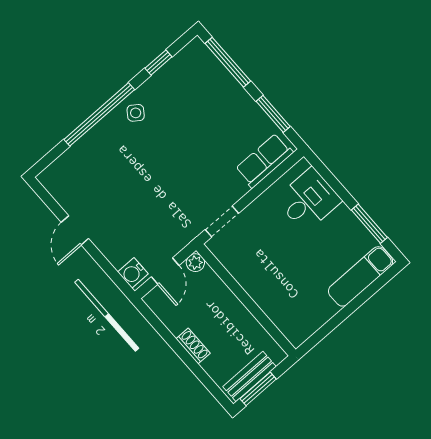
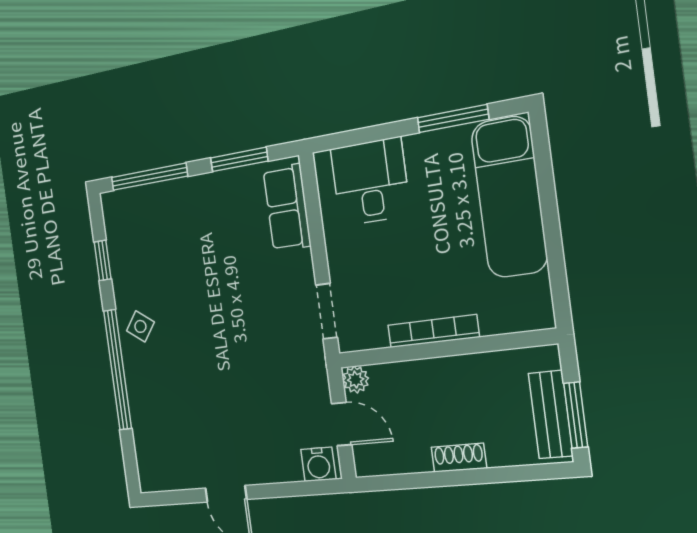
exam couch: (361, 276) -> (509, 197), width x1.36, depth x1.45
bookcase: (251, 287) -> (433, 331), added

